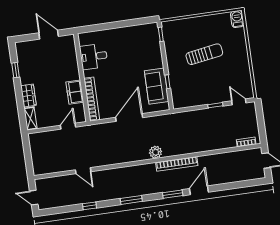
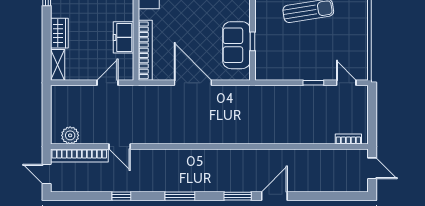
door: (129, 117) -> (193, 83), hinge flipped
plant: (156, 152) -> (70, 135), moved
bookcase: (177, 164) -> (79, 156), moved

